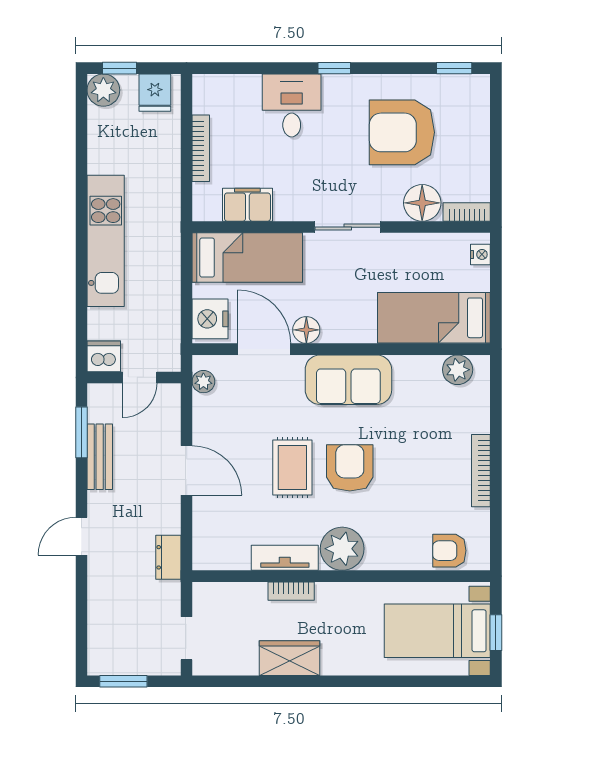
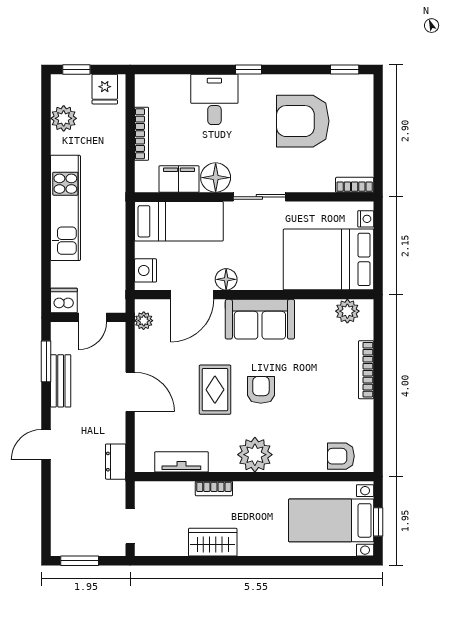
plant: (103, 90) -> (64, 118), moved
floor lamp: (422, 203) -> (216, 178), moved
bed: (434, 318) -> (328, 259), width x1.50
nightstand: (210, 319) -> (146, 270), width x0.74, depth x0.75
door: (264, 349) -> (192, 295), swing flipped
armchair: (350, 468) -> (261, 390), width x0.72, depth x0.72
bookcase: (481, 471) -> (366, 370), moved
tv unit: (285, 558) -> (181, 462), moved

